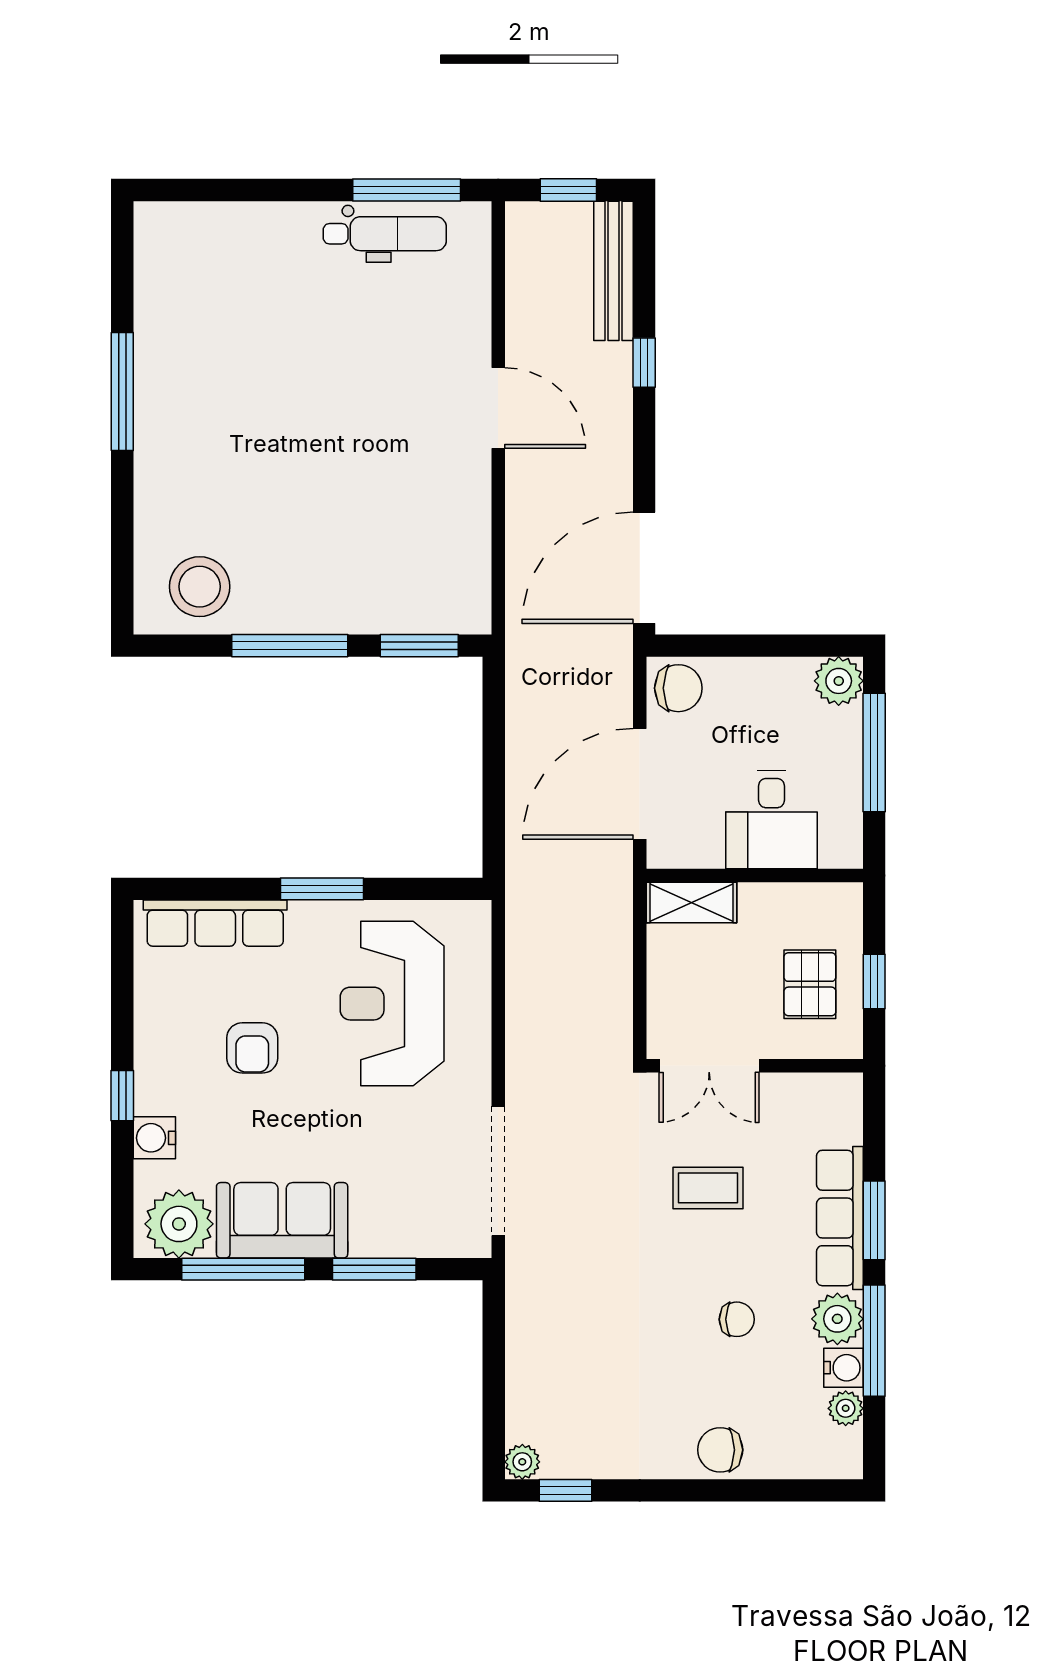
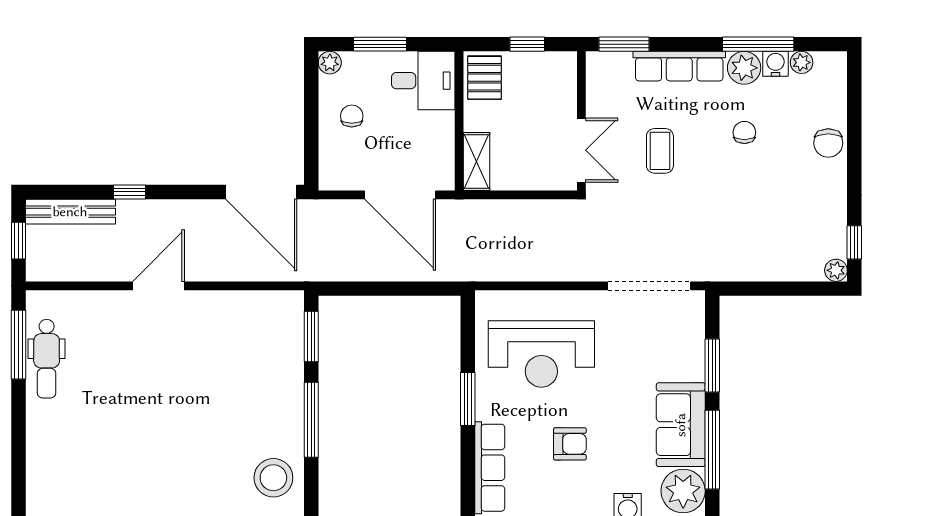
dental chair: (385, 234) -> (47, 359), turned 180
plant: (839, 681) -> (330, 63), width x0.73, depth x0.73
chair: (678, 688) -> (352, 116), moved, width x0.73, depth x0.73
window: (874, 752) -> (380, 44), width x0.69
desk: (771, 820) -> (423, 81), moved
pallet: (810, 984) -> (485, 78), moved, turned 90
window: (874, 1220) -> (624, 44), moved

